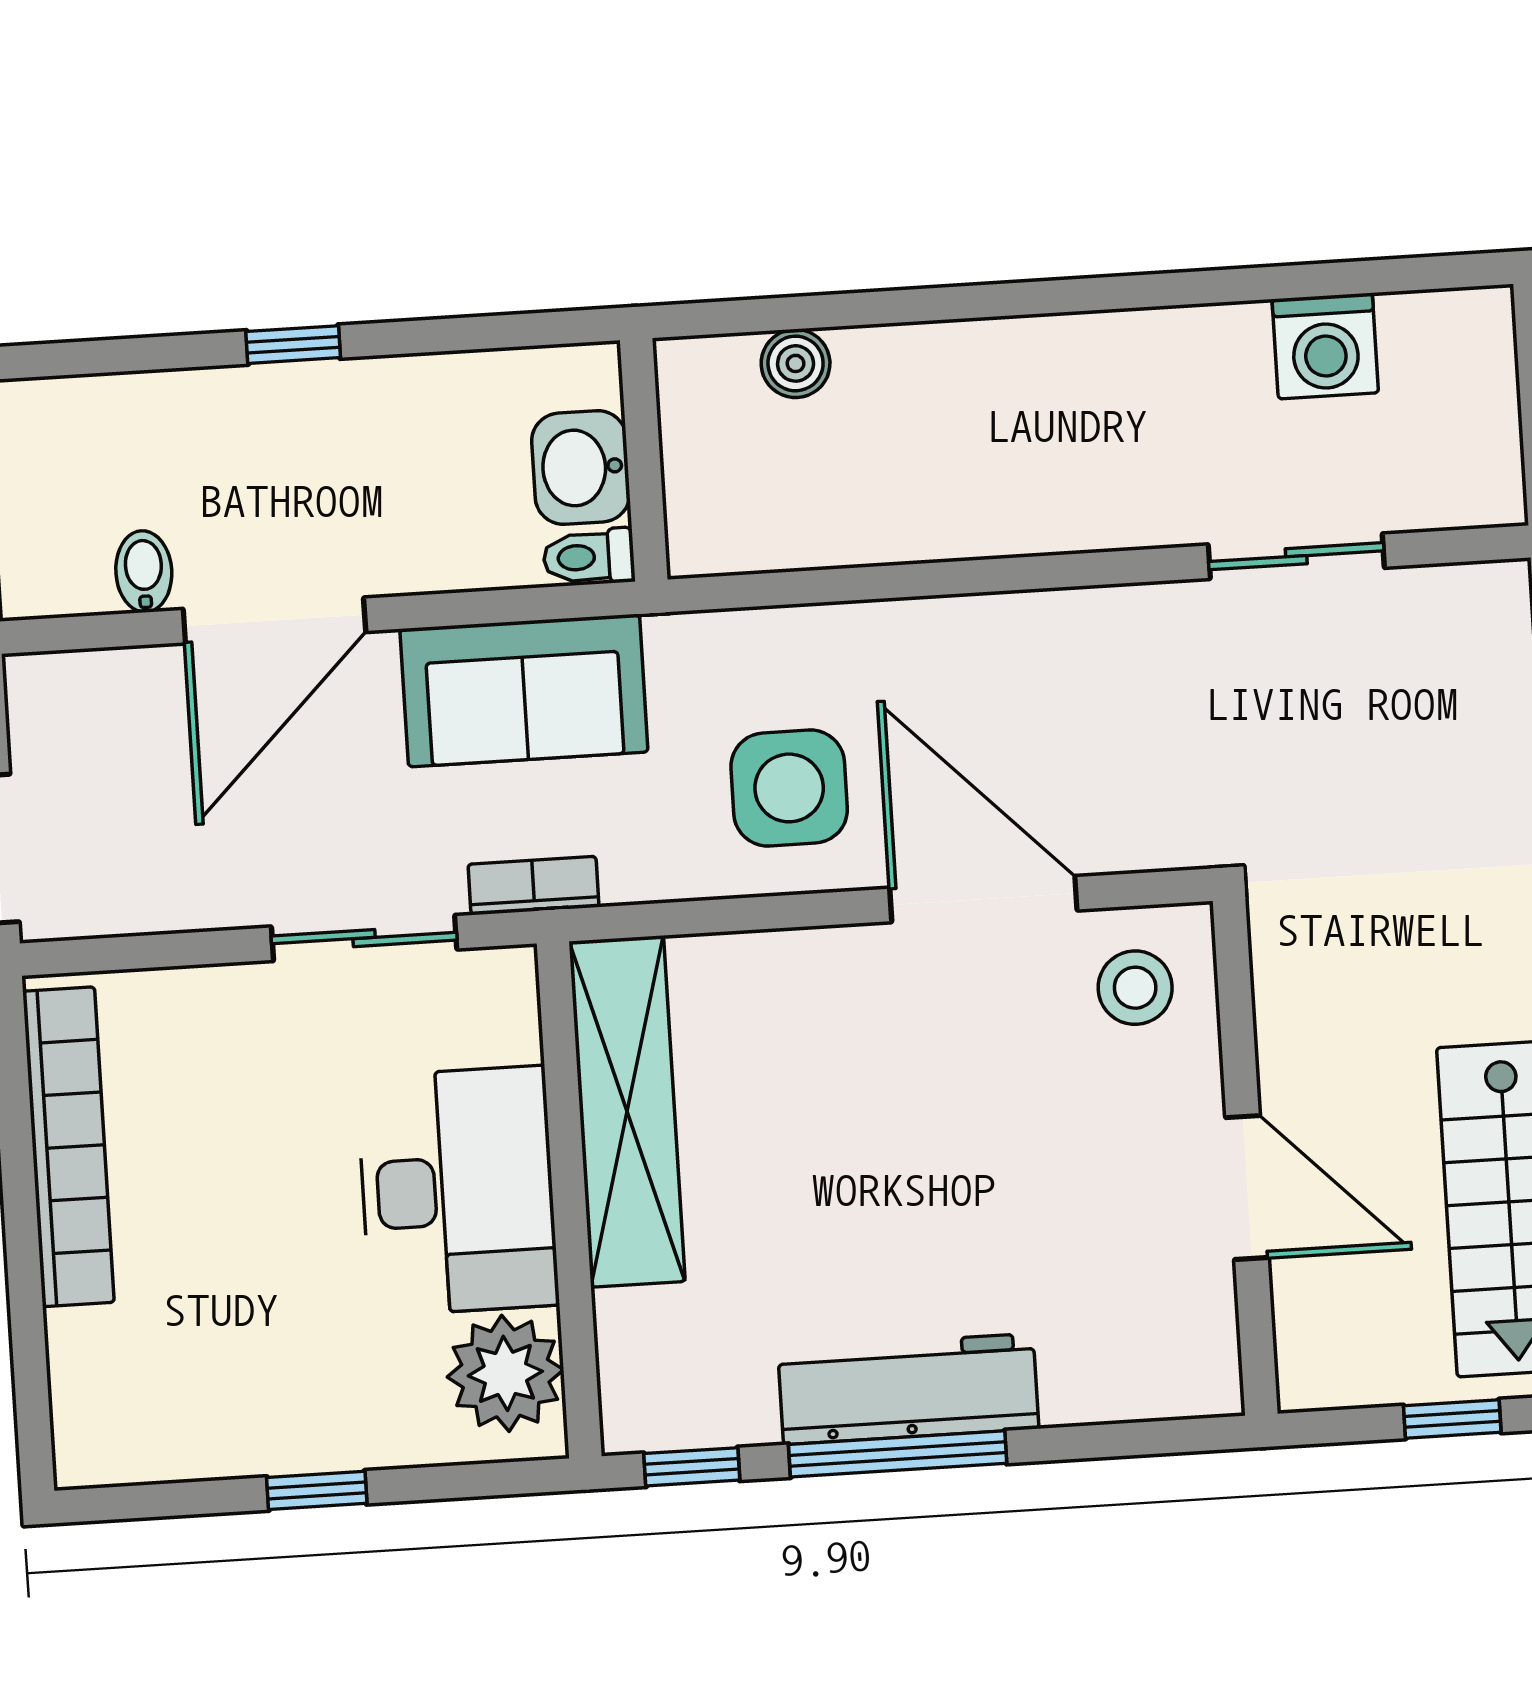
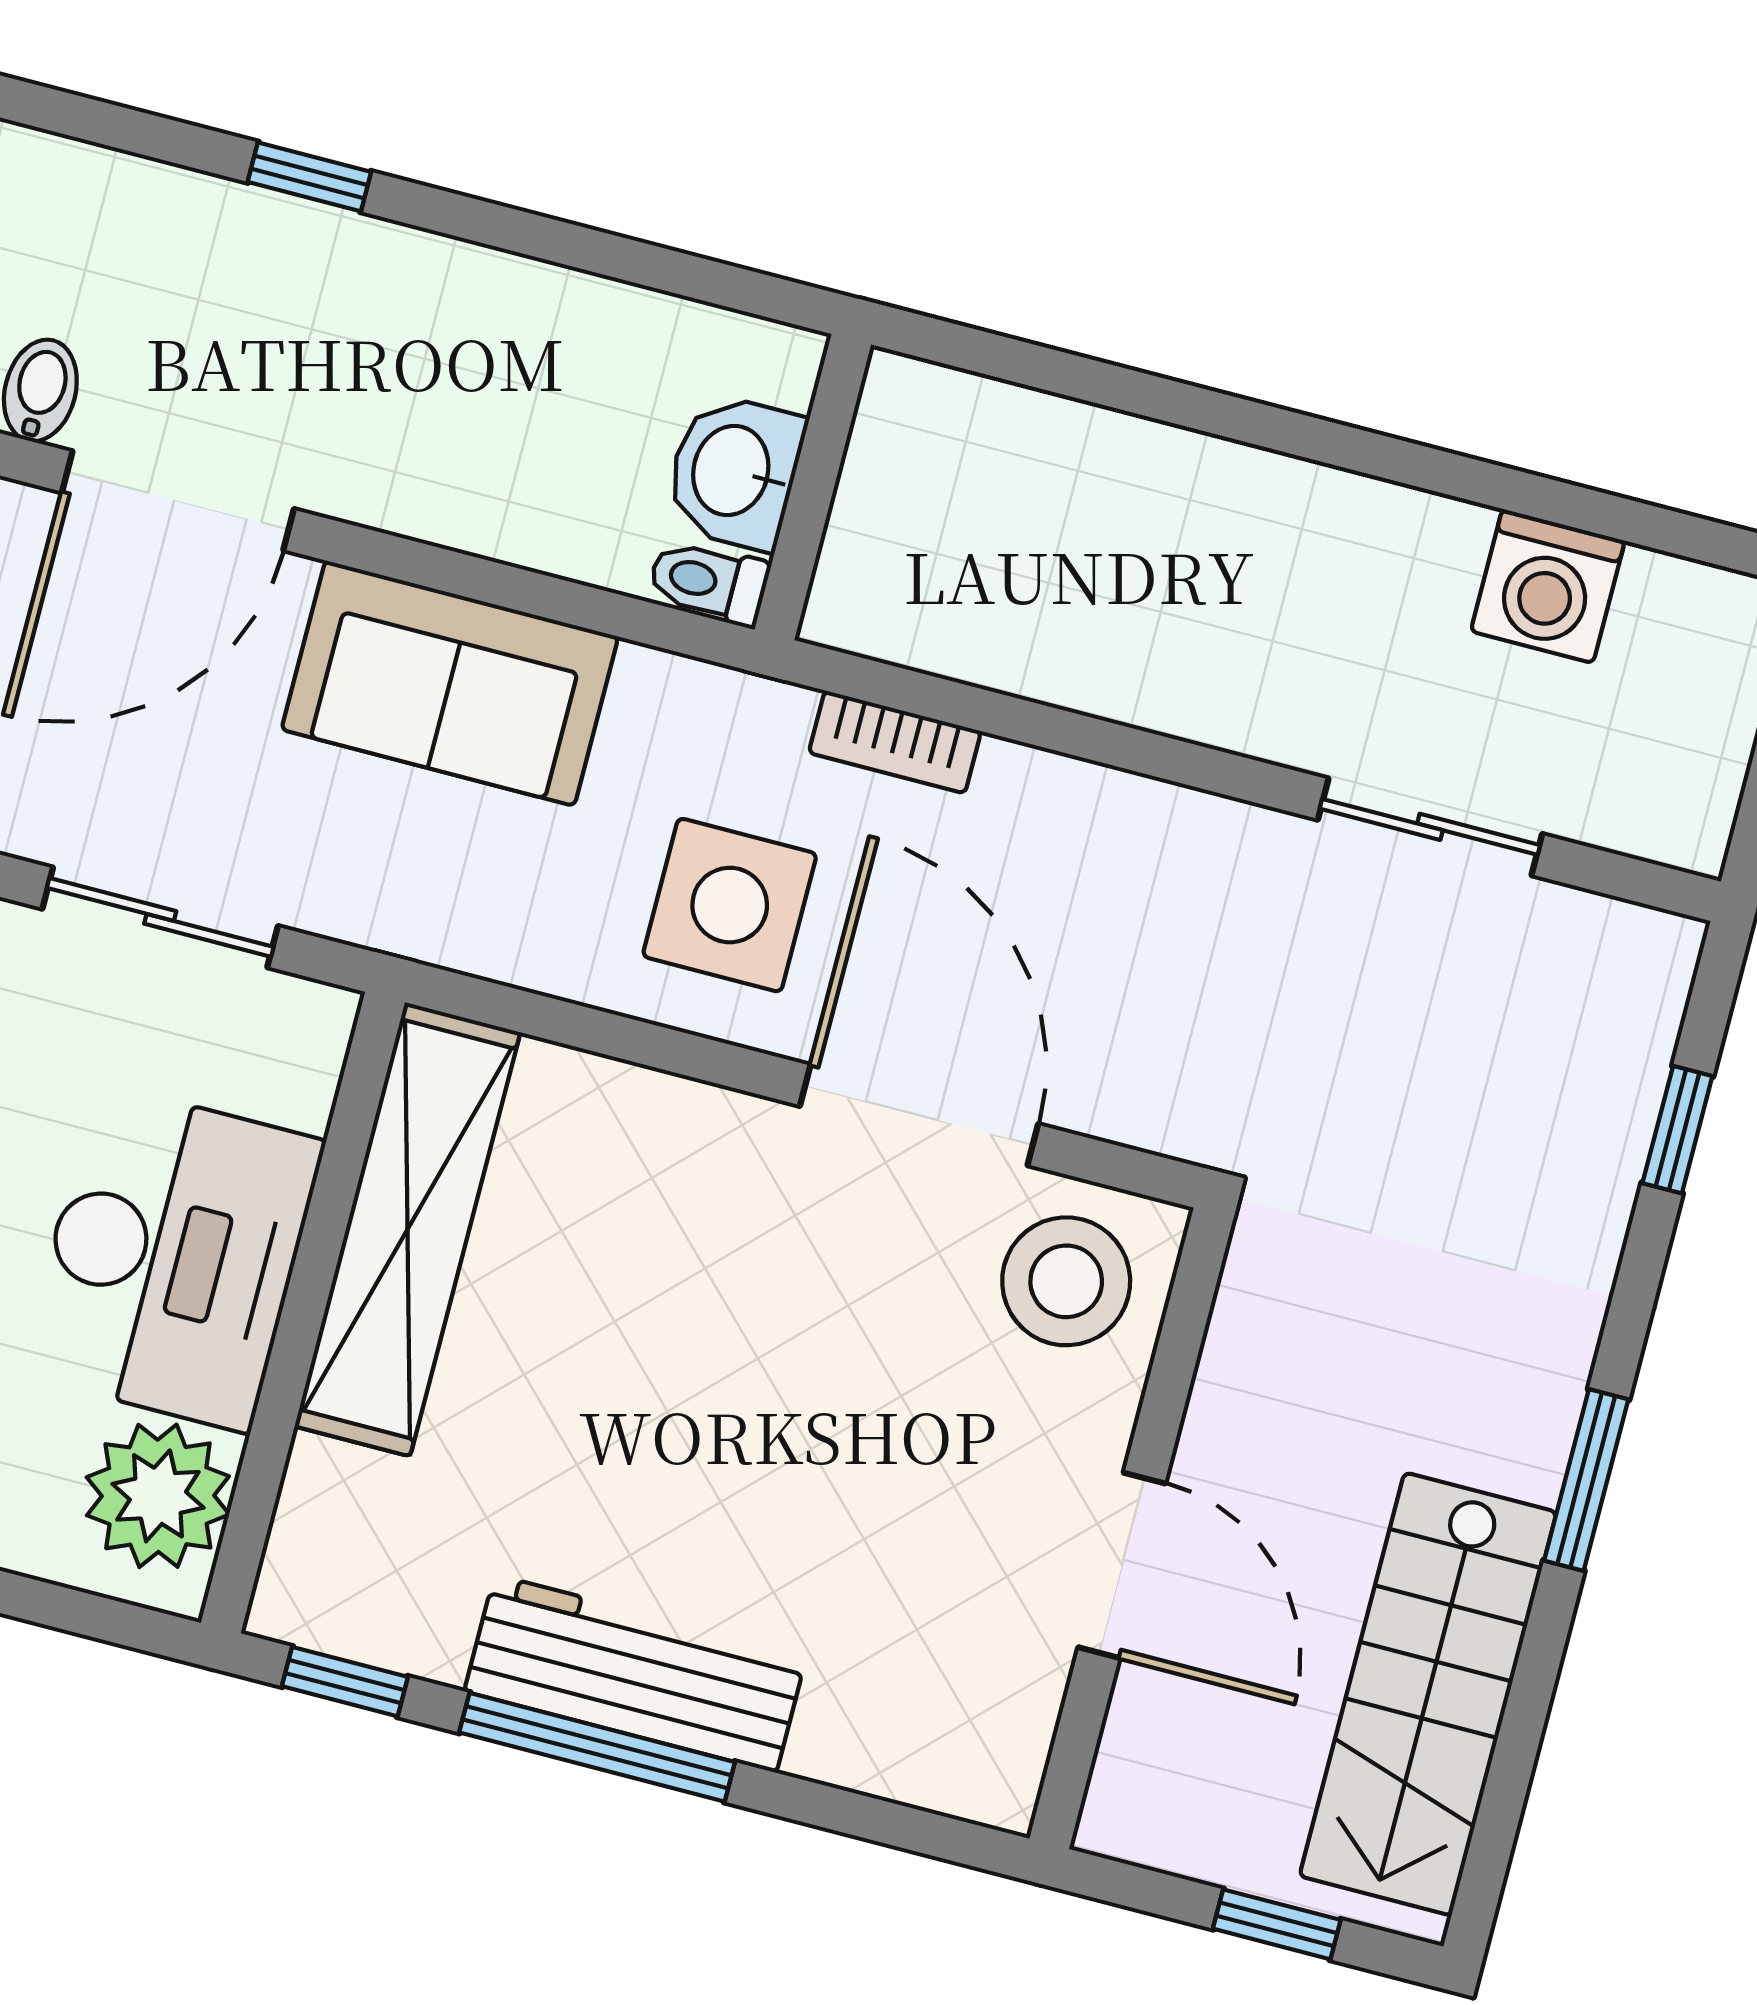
boiler: (796, 363) -> (905, 398), removed
wall: (644, 460) -> (813, 487), moved
washbasin: (581, 467) -> (734, 471), moved
toilet: (589, 557) -> (709, 582), moved
bookcase: (534, 886) -> (895, 742), moved, turned 180
stool: (1135, 988) -> (1066, 1281), width x1.38, depth x1.38

